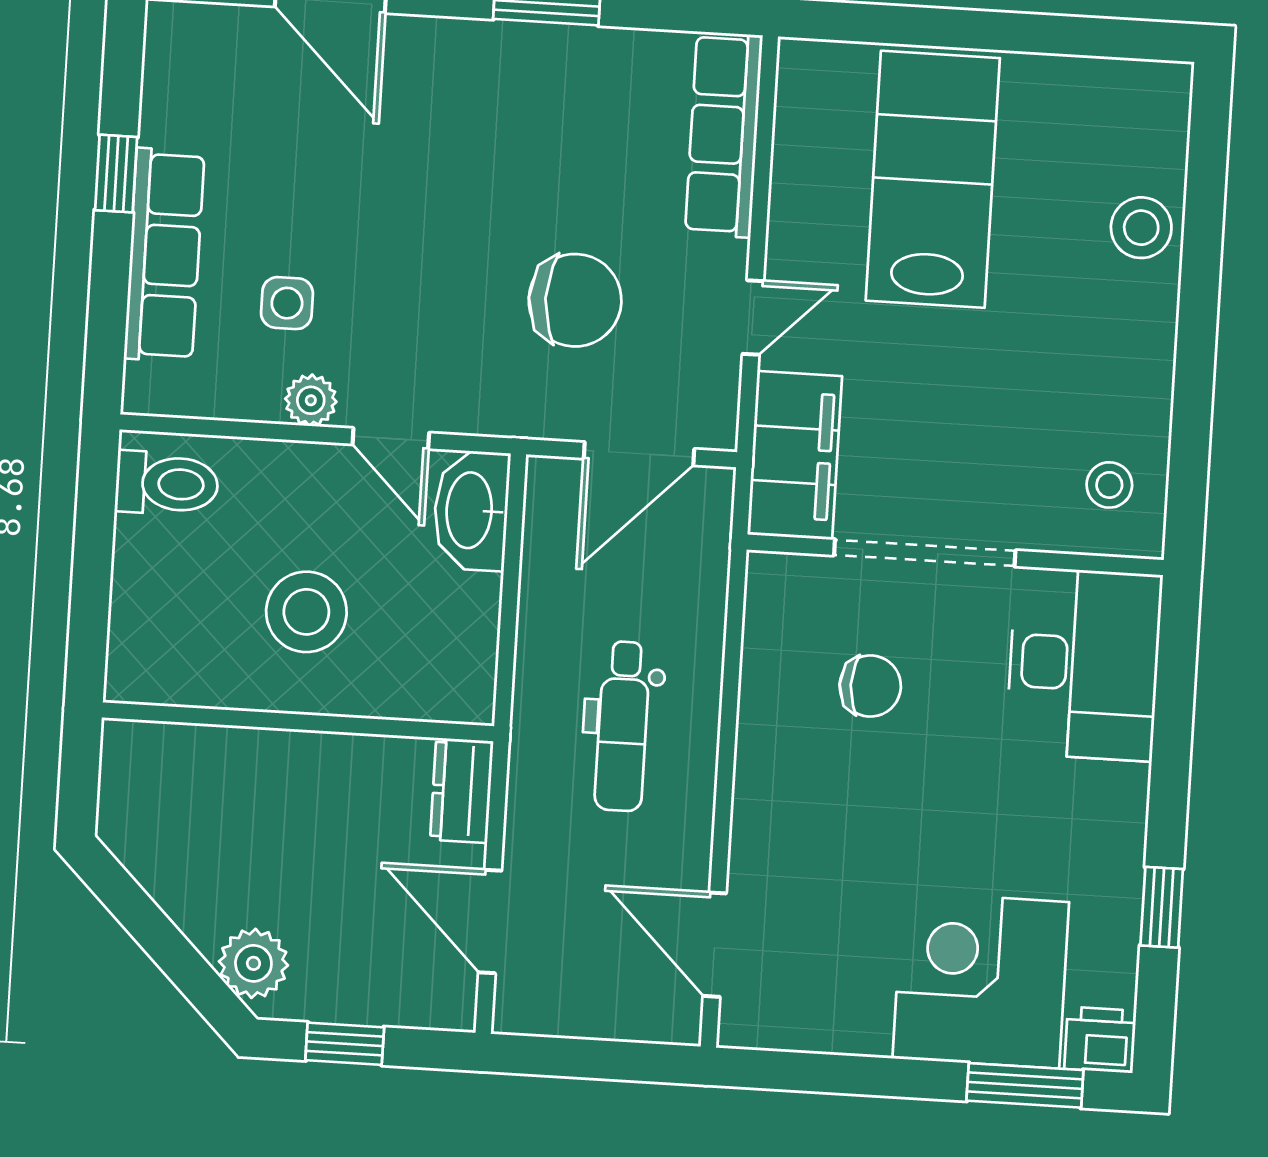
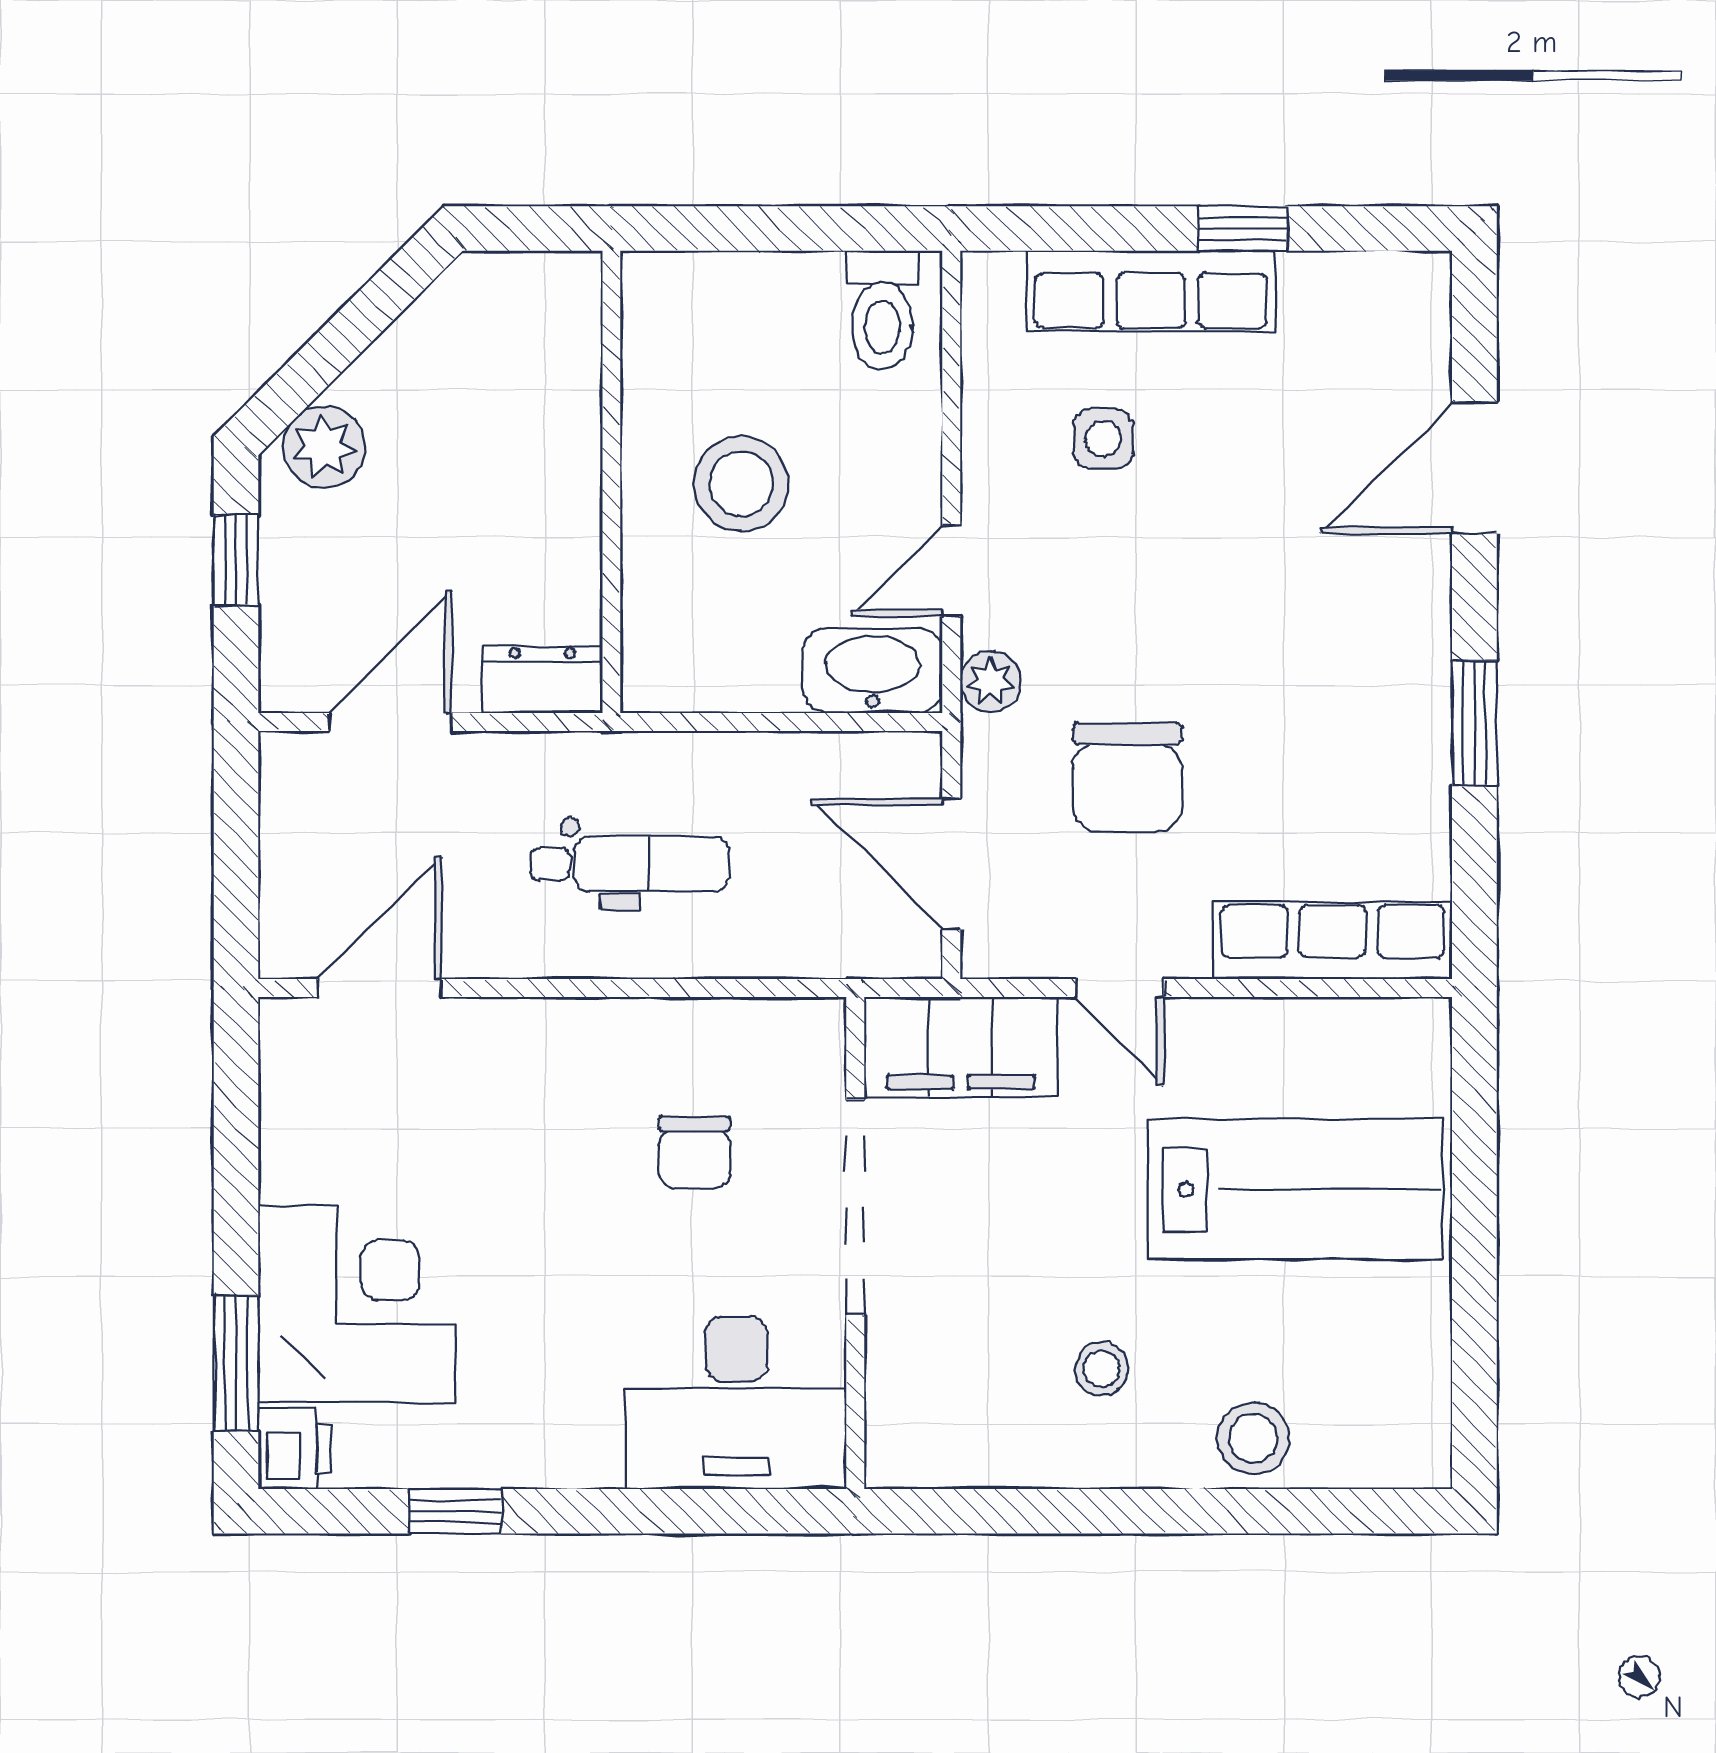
plant: (311, 400) -> (991, 682), moved
stool: (1109, 485) -> (1102, 1369), moved
dental chair: (622, 726) -> (630, 864), turned 180

